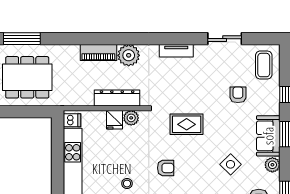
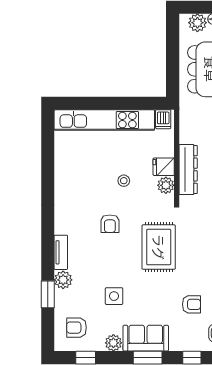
rug: (187, 124) -> (159, 247), width x1.36, depth x1.43
side table: (231, 164) -> (114, 296), turned 45
stool: (127, 184) -> (124, 181), moved

